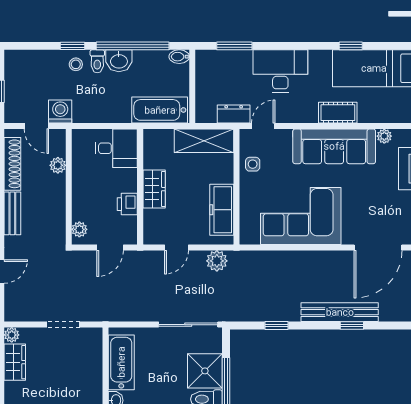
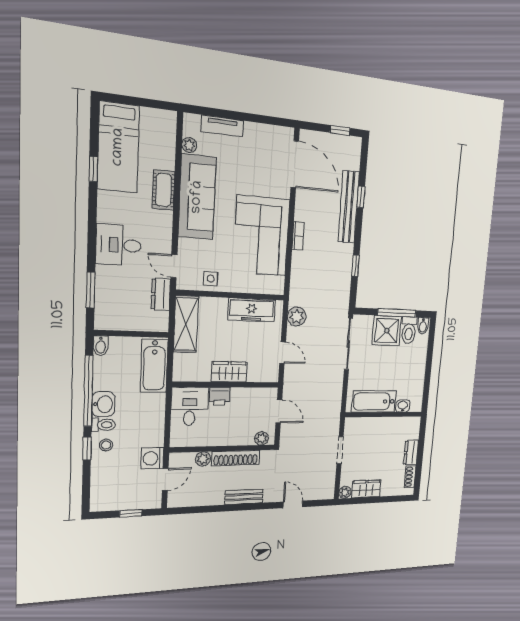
desk: (280, 71) -> (119, 245), width x0.73
shoe rack: (12, 164) -> (236, 458), moved, turned 180
printer: (127, 204) -> (220, 396), moved
bookcase: (304, 256) -> (298, 236), added

